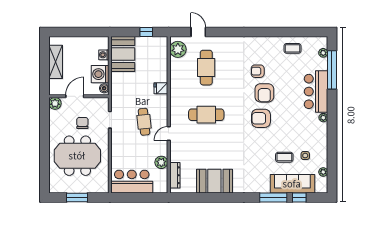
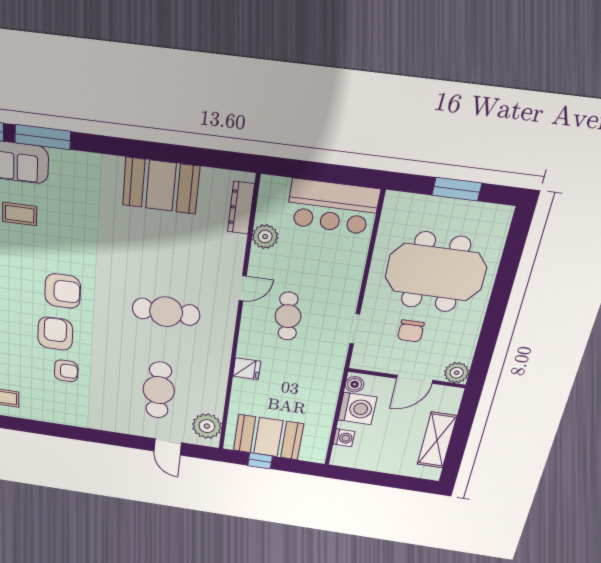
booth: (123, 54) -> (268, 437), moved, turned 90

